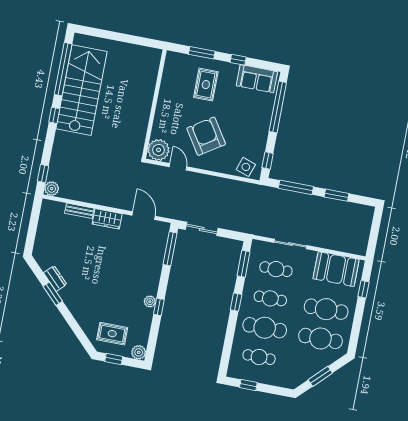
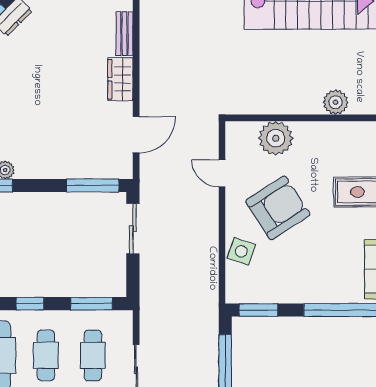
plant: (147, 88) -> (336, 102), added
plant: (159, 150) -> (276, 138), moved
window: (268, 161) -> (258, 310), width x1.50
door: (178, 167) -> (222, 173), swing flipped
side table: (246, 167) -> (241, 251), moved

